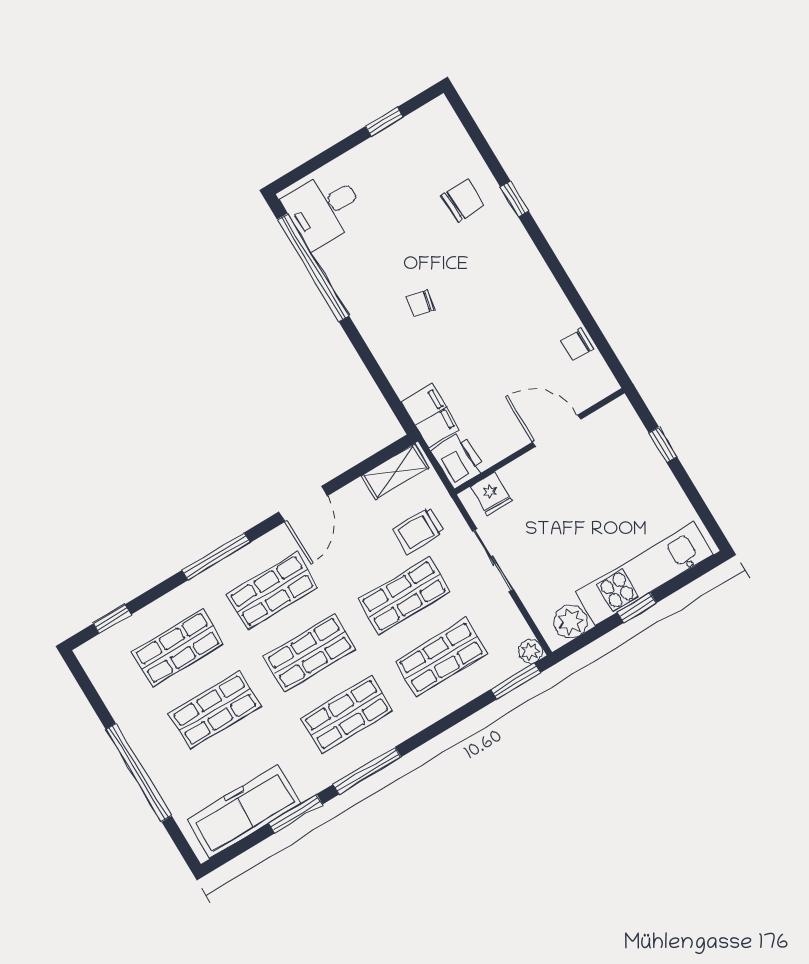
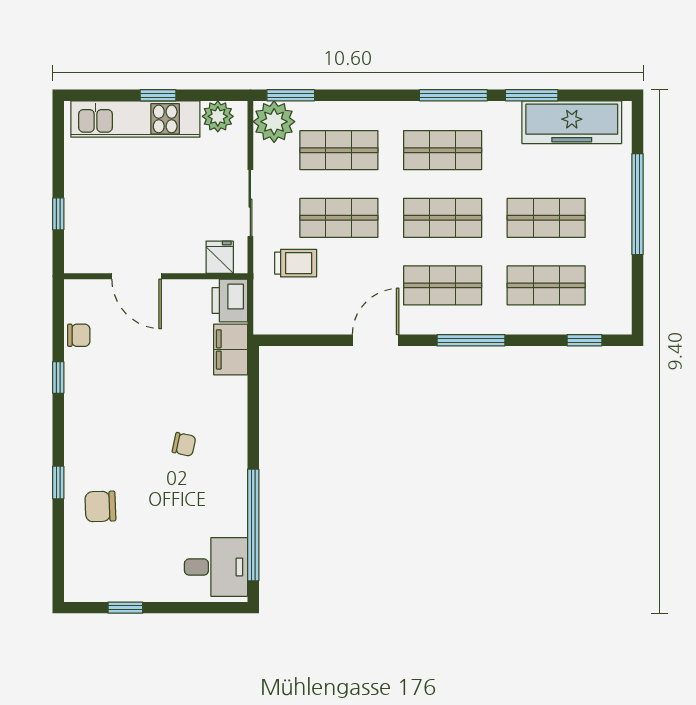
window: (572, 295) -> (58, 377), added
shelving: (395, 472) -> (286, 322), removed
plant: (531, 651) -> (274, 122), width x1.88, depth x1.88

